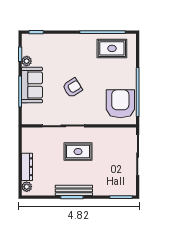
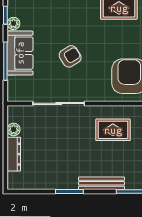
rug: (78, 152) -> (113, 130), moved
plant: (27, 187) -> (14, 130), moved
bench: (74, 190) -> (101, 183), moved

